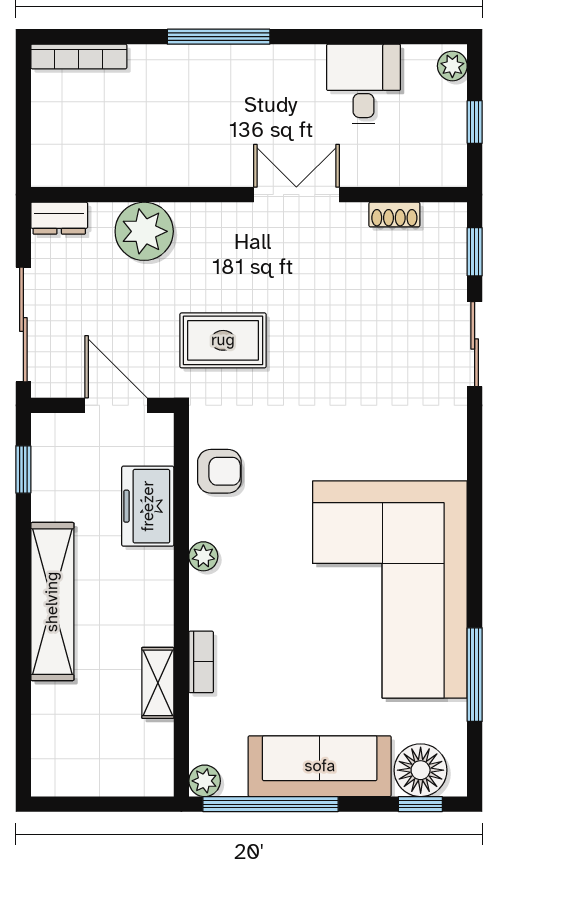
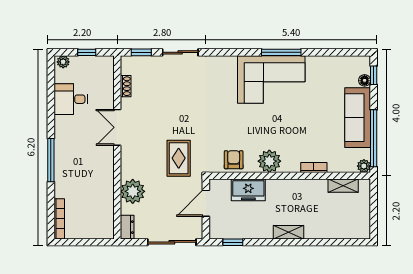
plant: (203, 556) -> (269, 161), width x1.88, depth x1.88
corner sofa: (390, 589) -> (271, 79), width x0.73, depth x0.74
shelving: (52, 602) -> (288, 232), width x0.45, depth x0.75
window: (475, 675) -> (281, 52), moved
shelving: (158, 683) -> (343, 186), moved
floor lamp: (421, 770) -> (365, 80), width x0.53, depth x0.53

